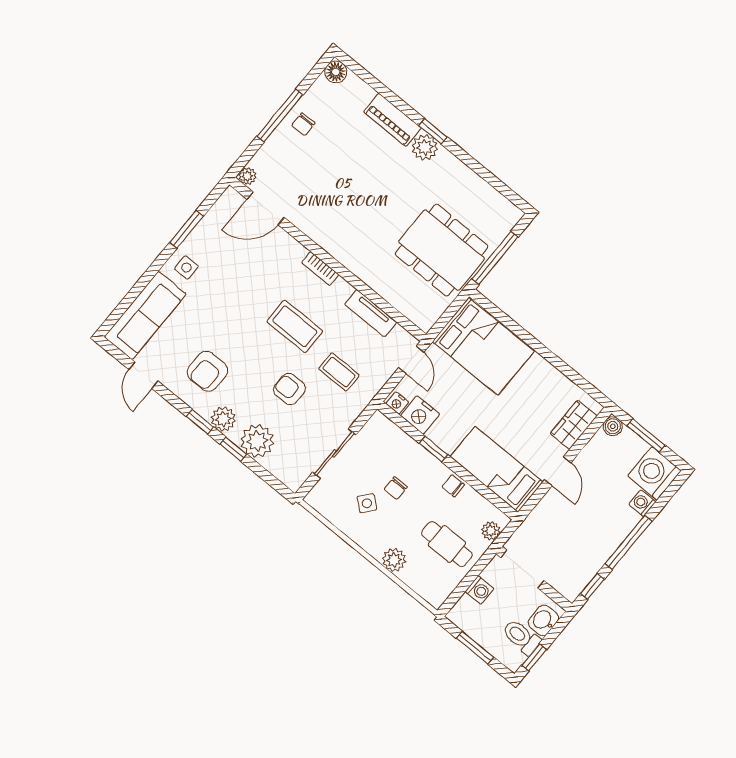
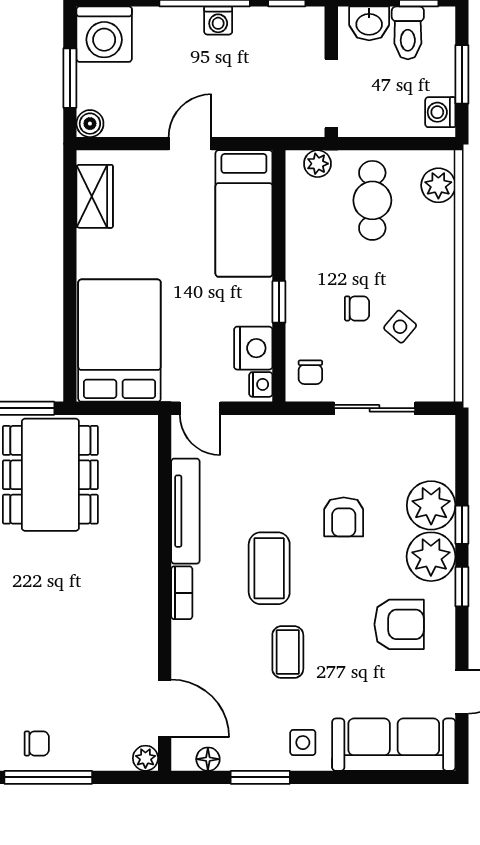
floor lamp: (219, 209) -> (208, 759), added
tv unit: (371, 313) -> (185, 511), width x1.41
door: (411, 360) -> (200, 408), swing flipped
coffee table: (339, 372) -> (288, 652), moved
plant: (223, 419) -> (431, 557), width x1.36, depth x1.36
wardrobe: (574, 425) -> (95, 196), moved, turned -90
chair: (453, 486) -> (310, 372), moved
washing machine: (642, 503) -> (218, 20), moved
plant: (394, 560) -> (438, 185), moved
washing machine: (480, 590) -> (440, 112), moved, turned -90

